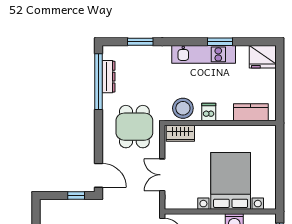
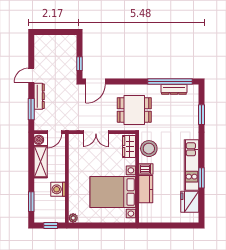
fridge: (263, 57) -> (190, 202), moved
kitchen counter: (251, 112) -> (146, 189), moved
double door: (162, 175) -> (96, 132), swing flipped
bed with nightstands: (231, 181) -> (113, 192), moved, turned 180
plant: (270, 204) -> (73, 218), added

